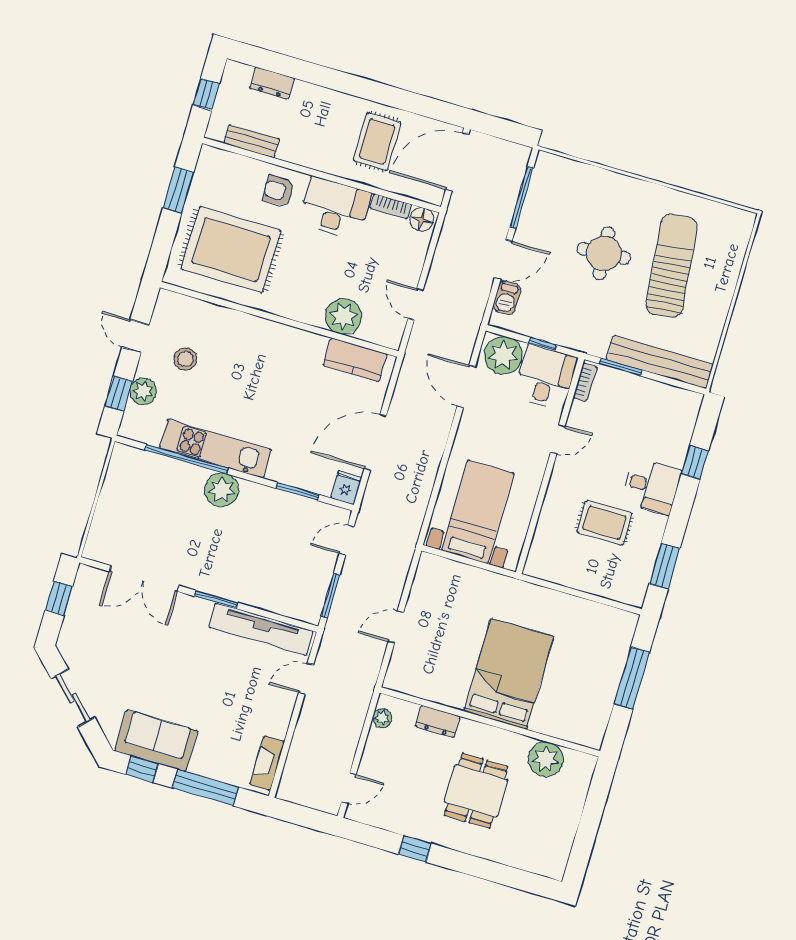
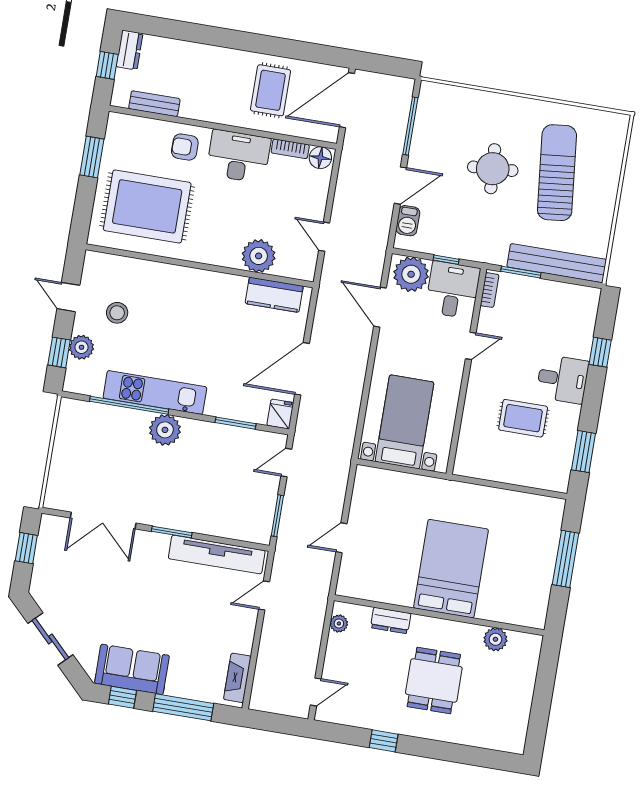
dresser: (272, 83) -> (129, 50), moved, turned -90
plant: (546, 759) -> (495, 639), width x0.73, depth x0.73

